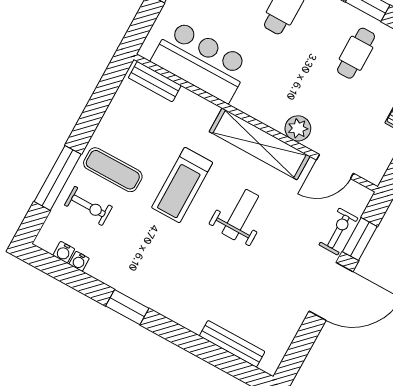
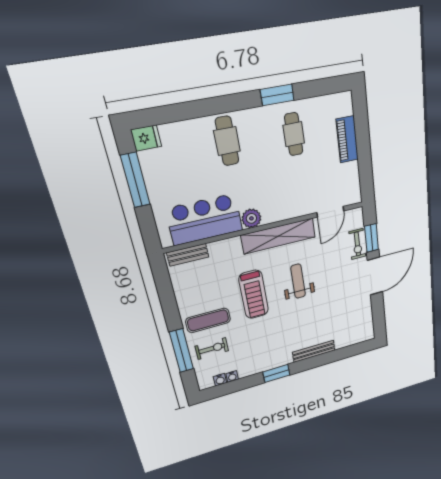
plant: (298, 128) -> (251, 218), moved
exercise bike: (338, 232) -> (357, 244), turned 180
bench: (232, 344) -> (314, 351), moved

